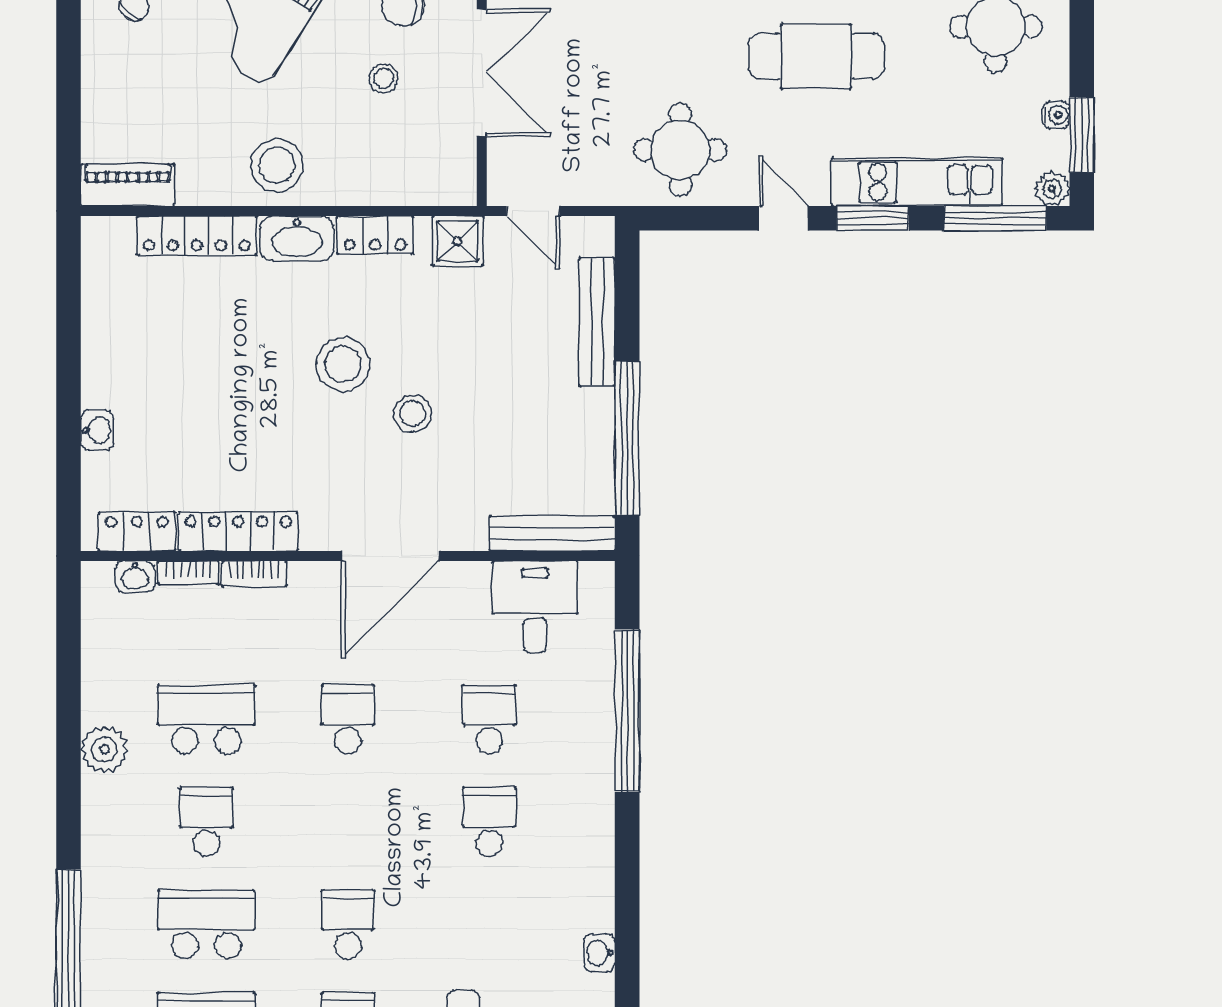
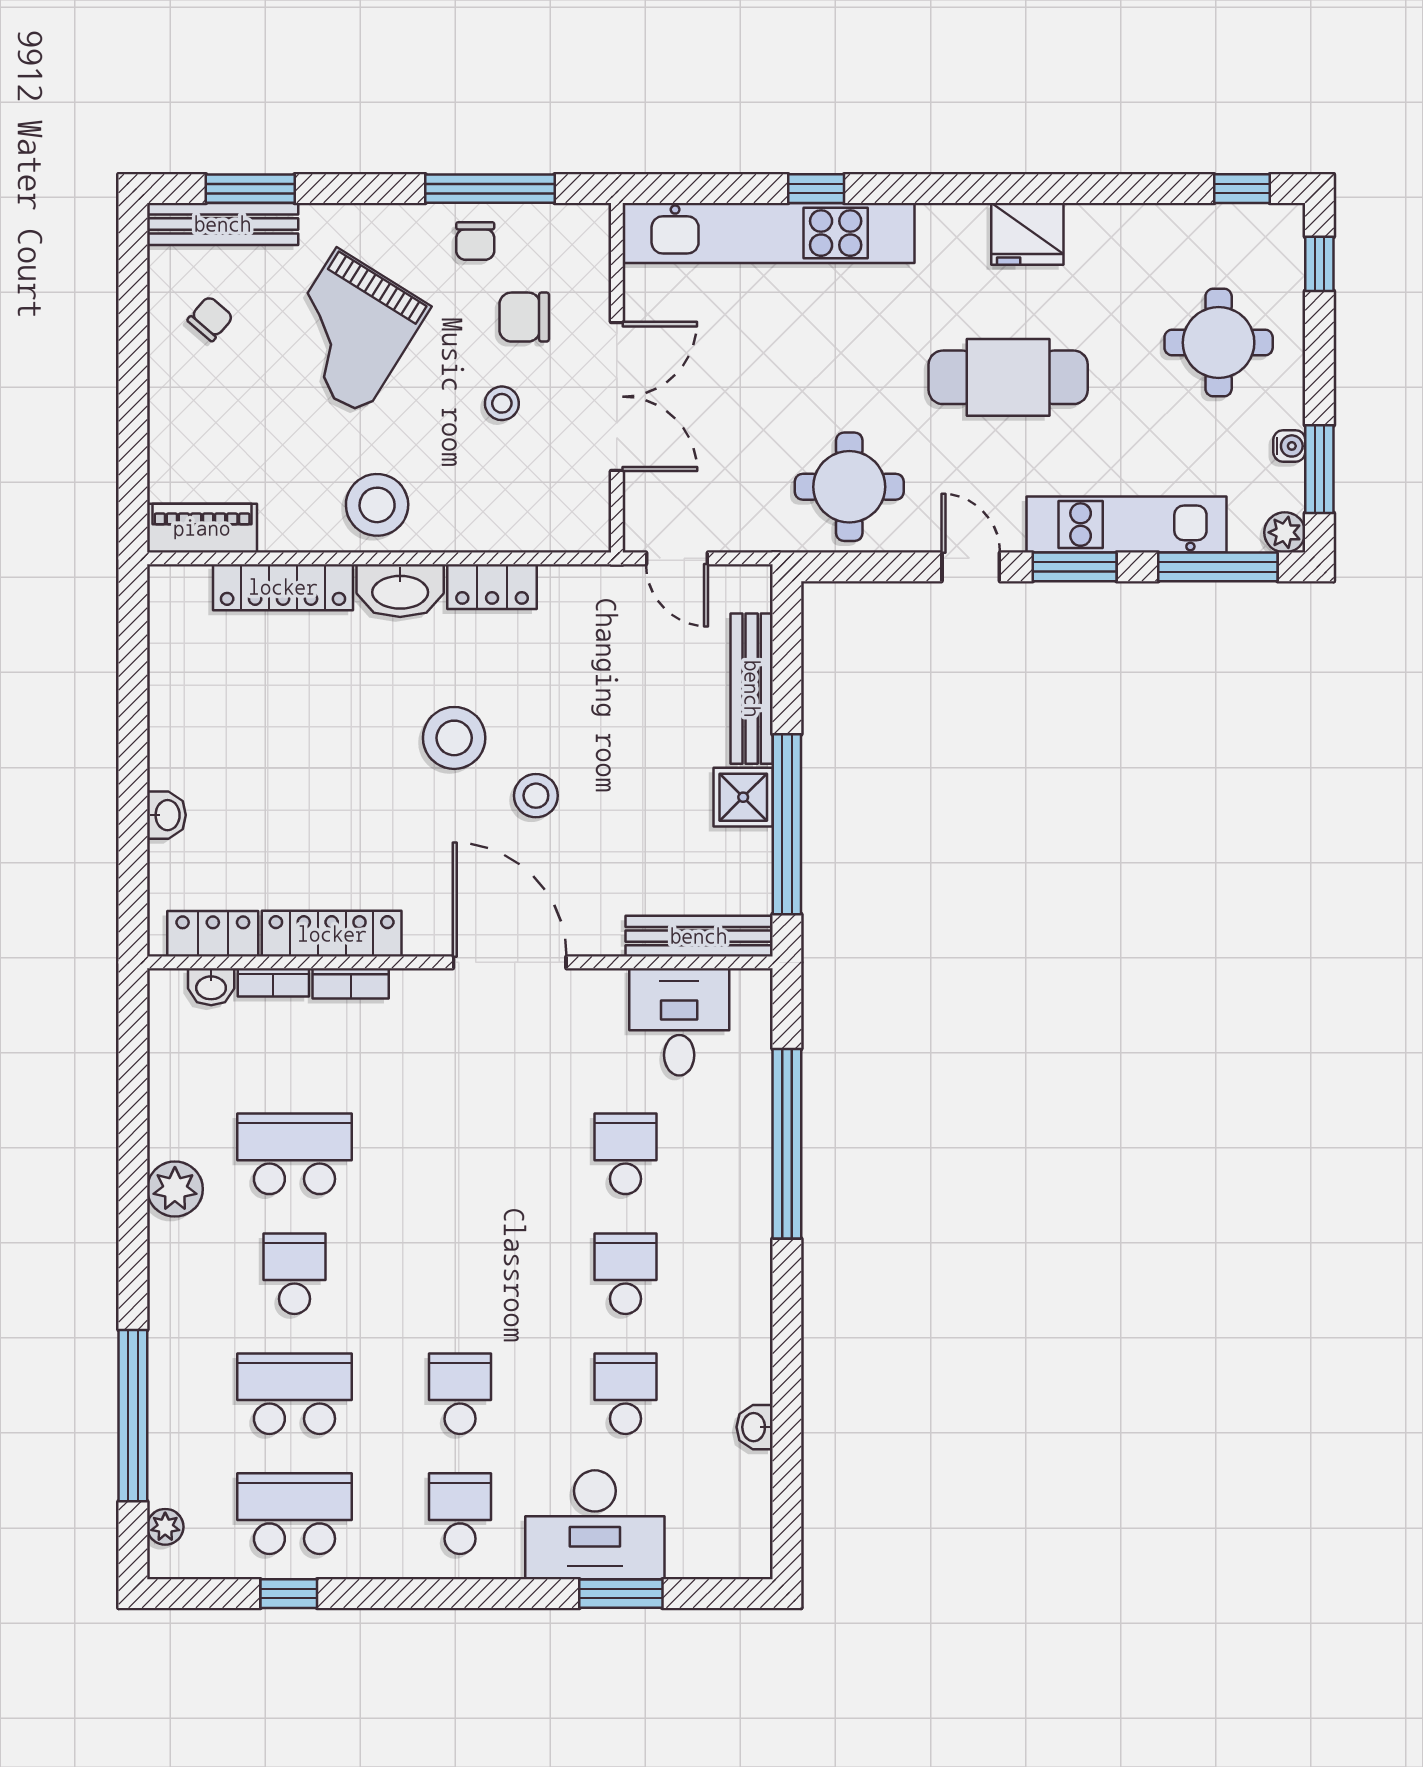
shower: (458, 241) -> (743, 797), moved
door: (390, 556) -> (510, 962), swing flipped
school desk: (348, 719) -> (625, 1394), moved

